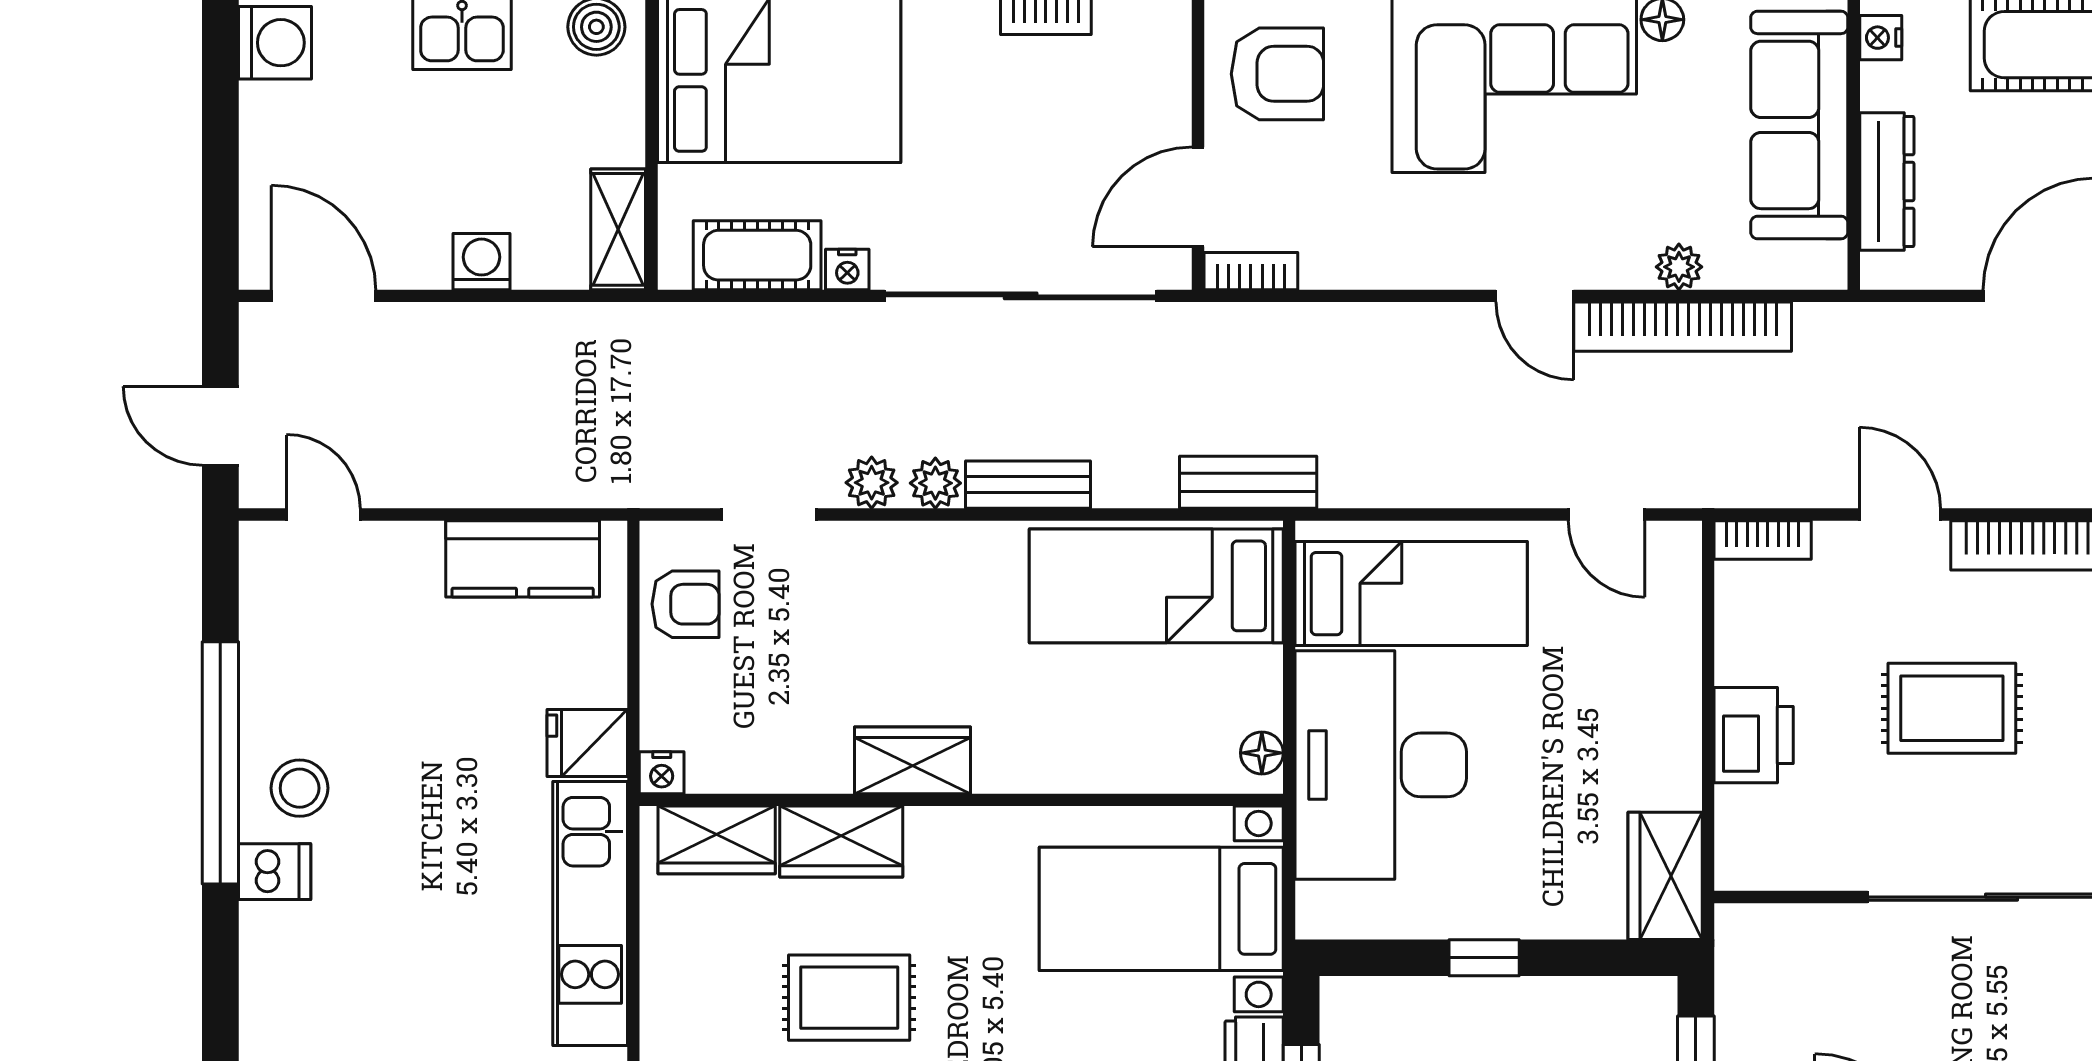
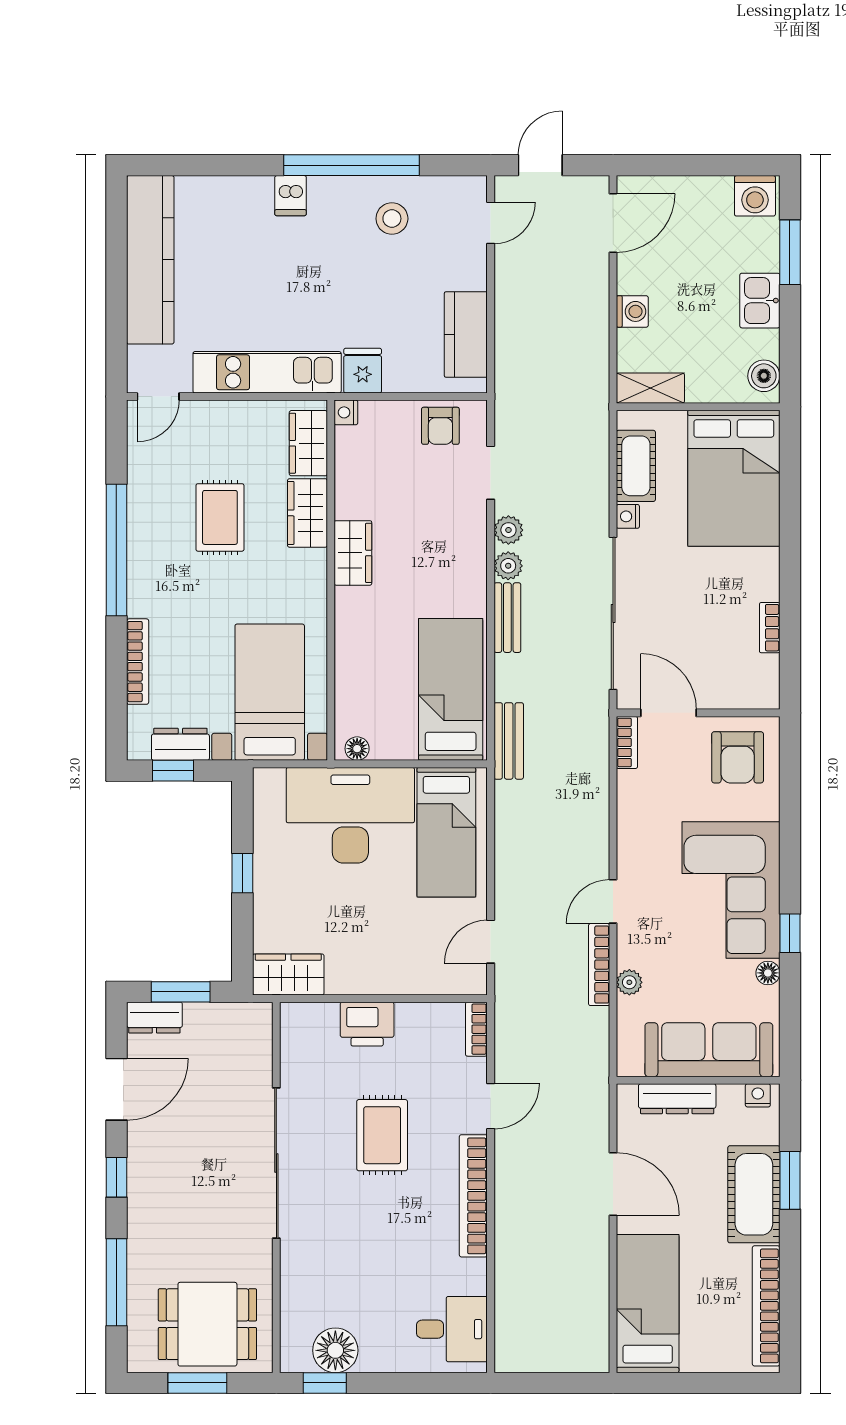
bookcase: (1683, 327) -> (599, 965), width x0.68, depth x0.76
stool: (300, 788) -> (392, 219), moved

